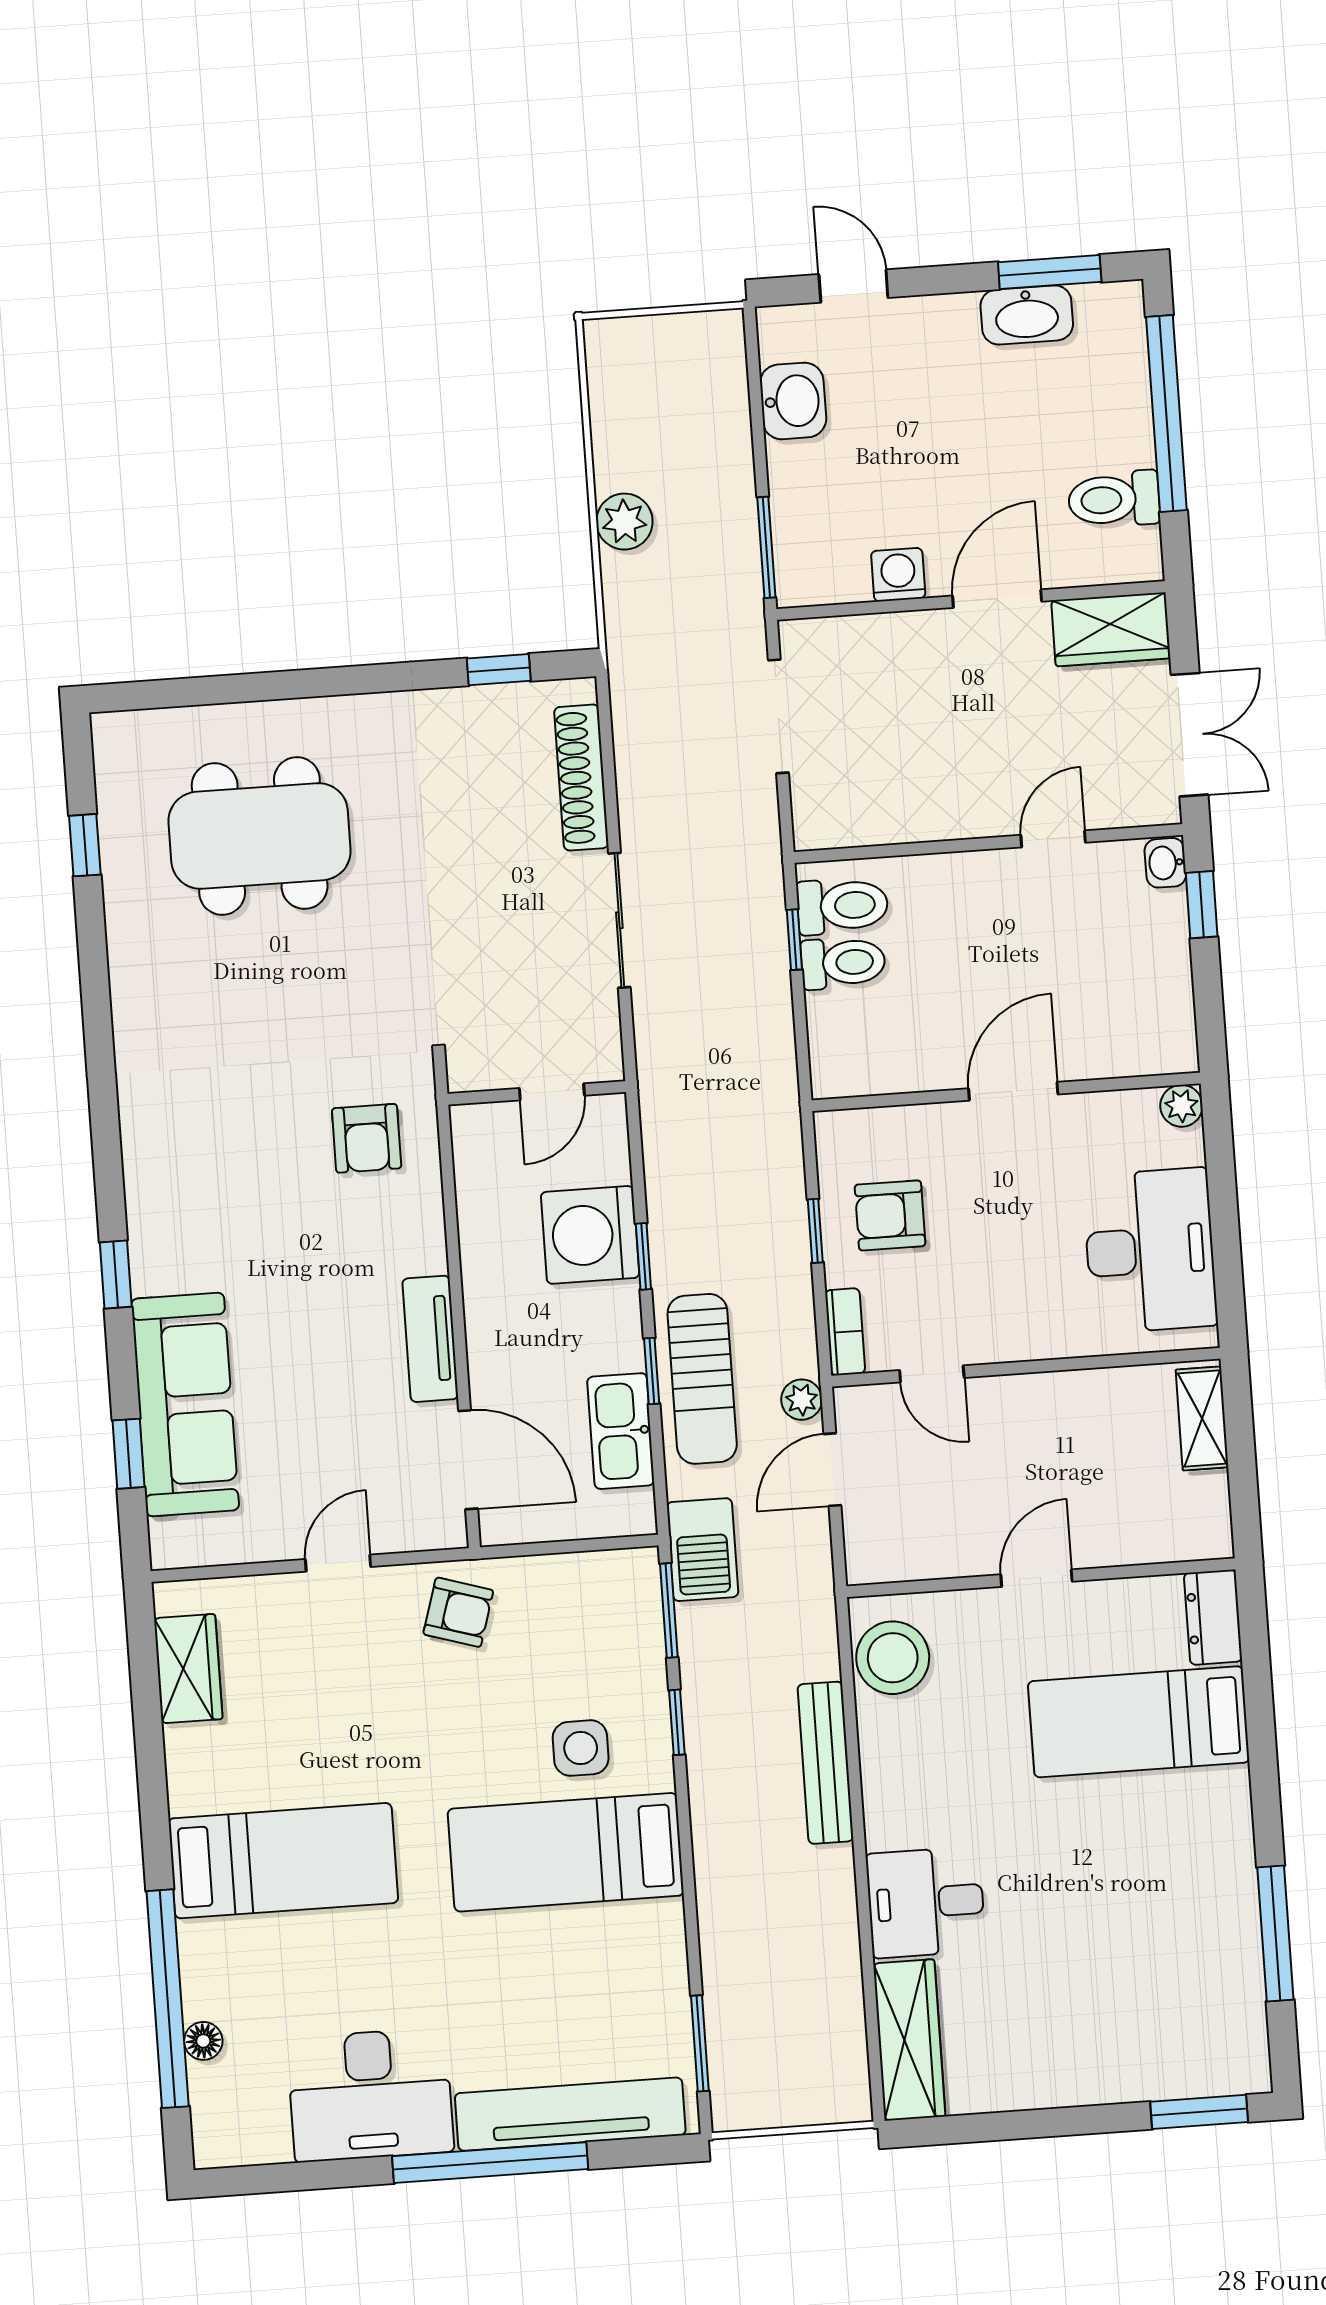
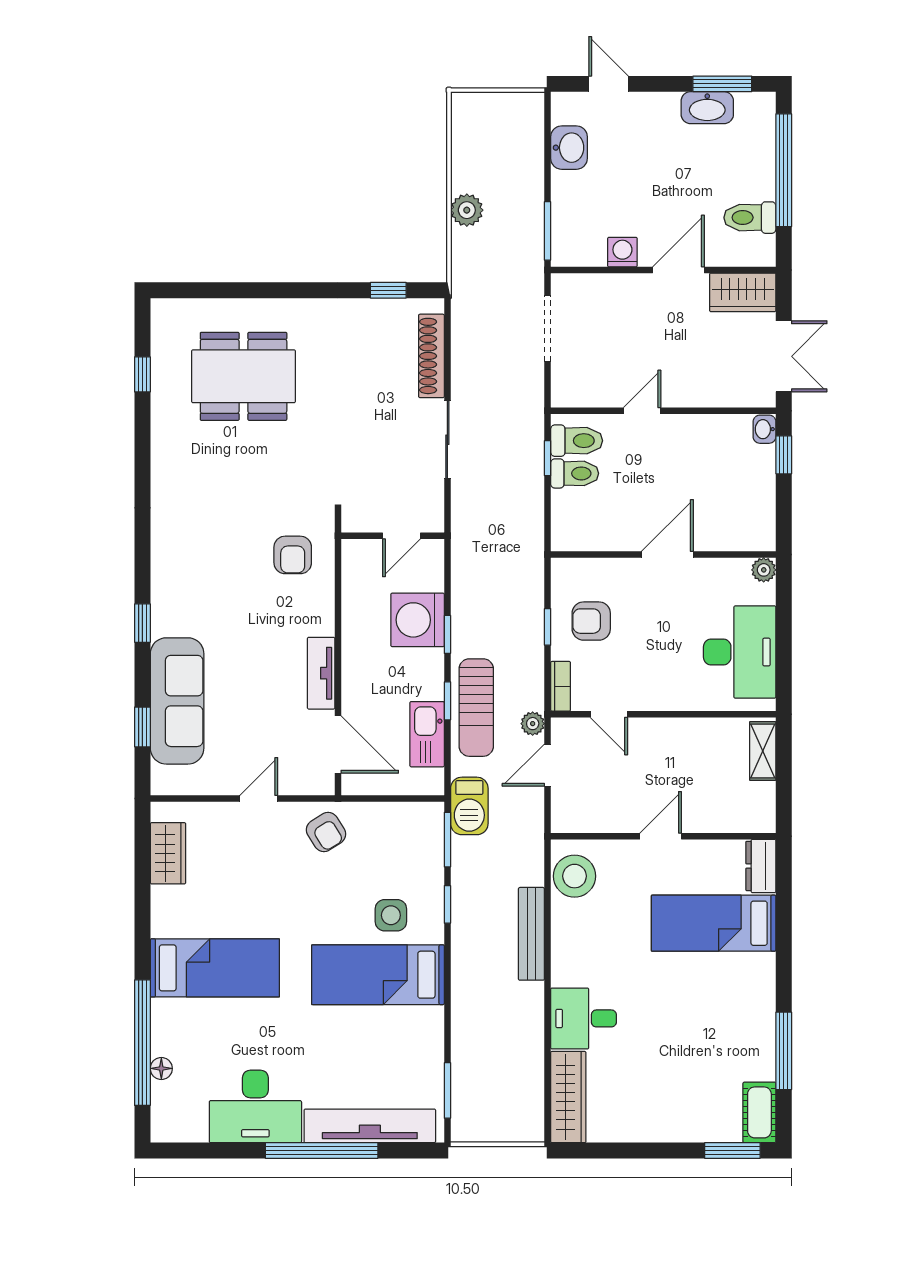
door: (1053, 839) -> (642, 411), moved
armchair: (458, 1612) -> (326, 832), turned 41
cot: (1241, 2043) -> (759, 1112), added

